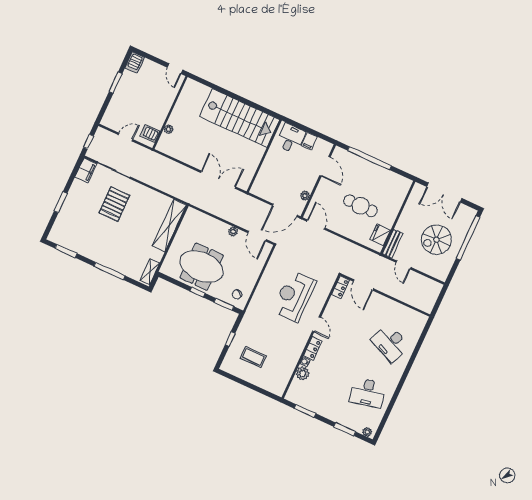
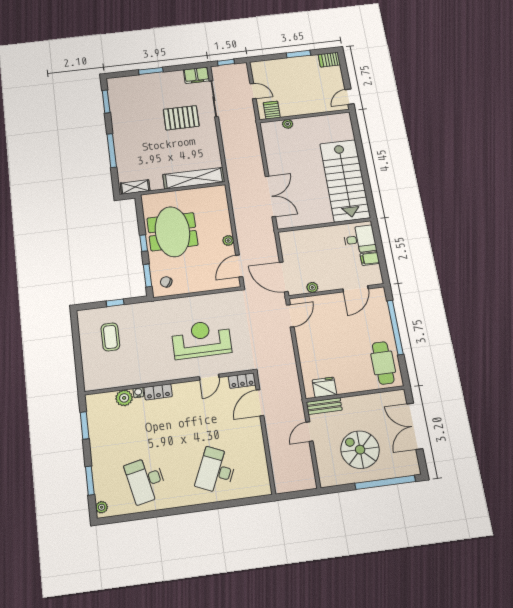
cafe table: (361, 206) -> (383, 363), moved
door: (316, 324) -> (209, 377), moved

